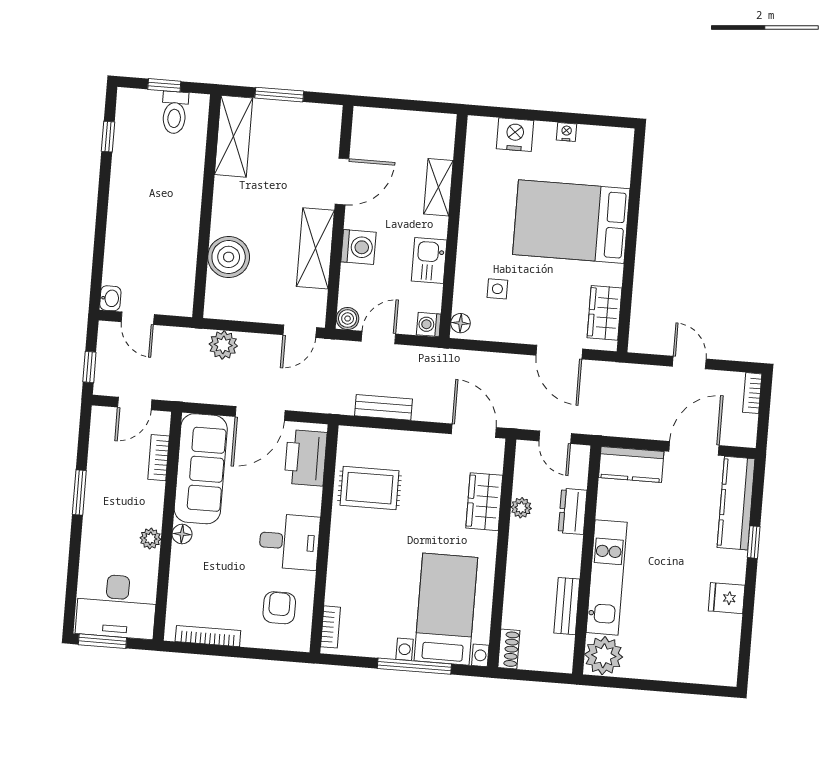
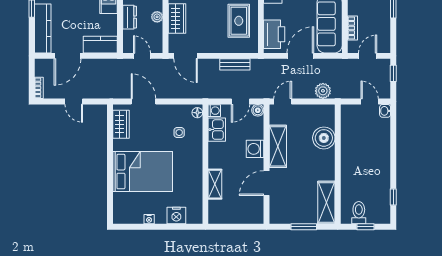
kitchen sink: (429, 260) -> (217, 130), moved
rug: (370, 488) -> (239, 21), turned 90

